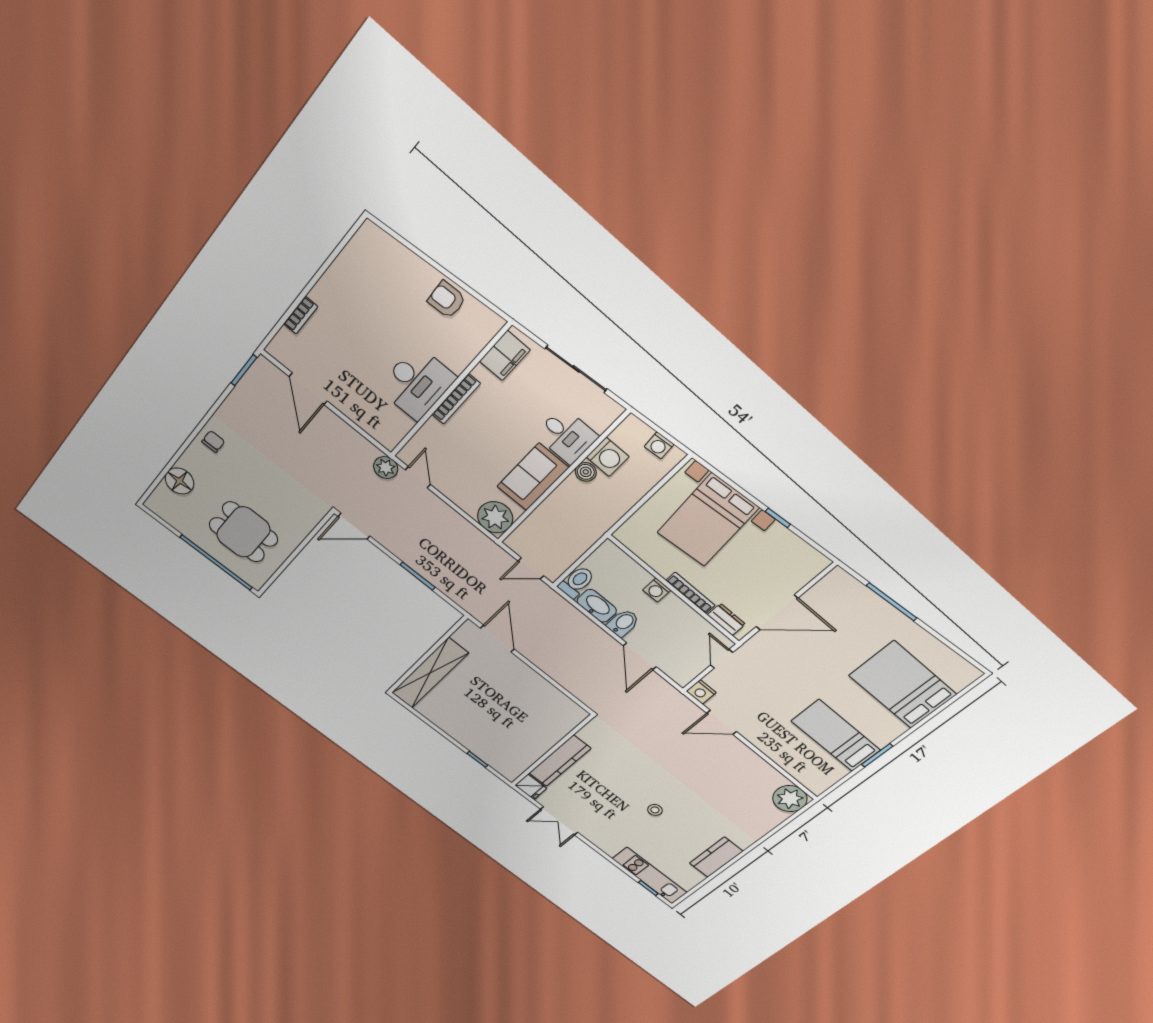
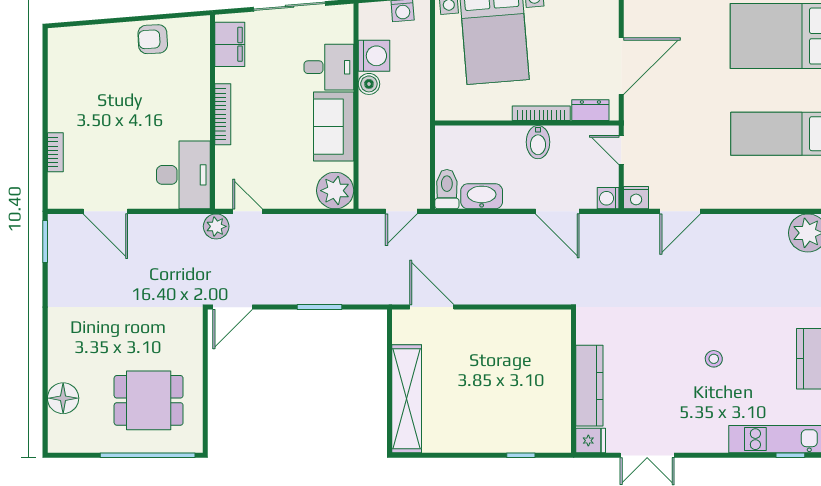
desk: (417, 383) -> (183, 175), moved
chair: (213, 441) -> (65, 332), removed
washing machine: (657, 590) -> (608, 198), moved, turned 90
bidet: (623, 623) -> (538, 142), moved, turned 180

